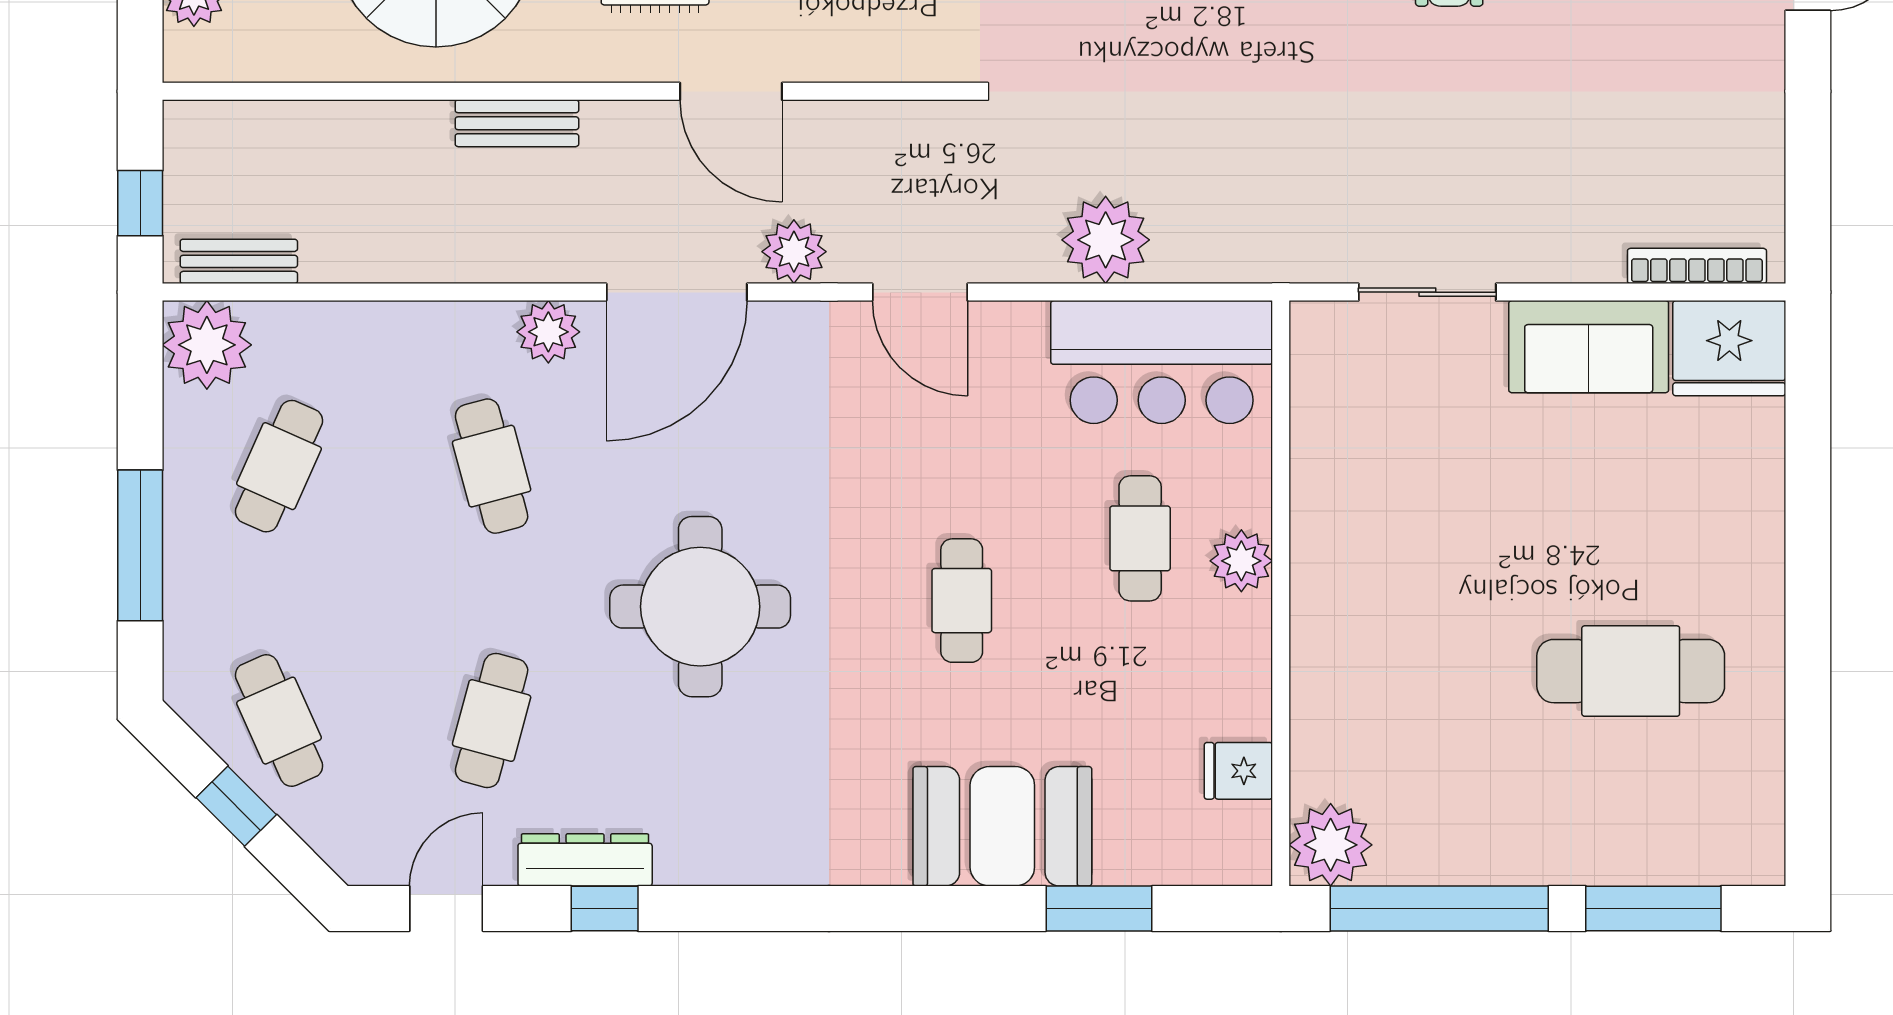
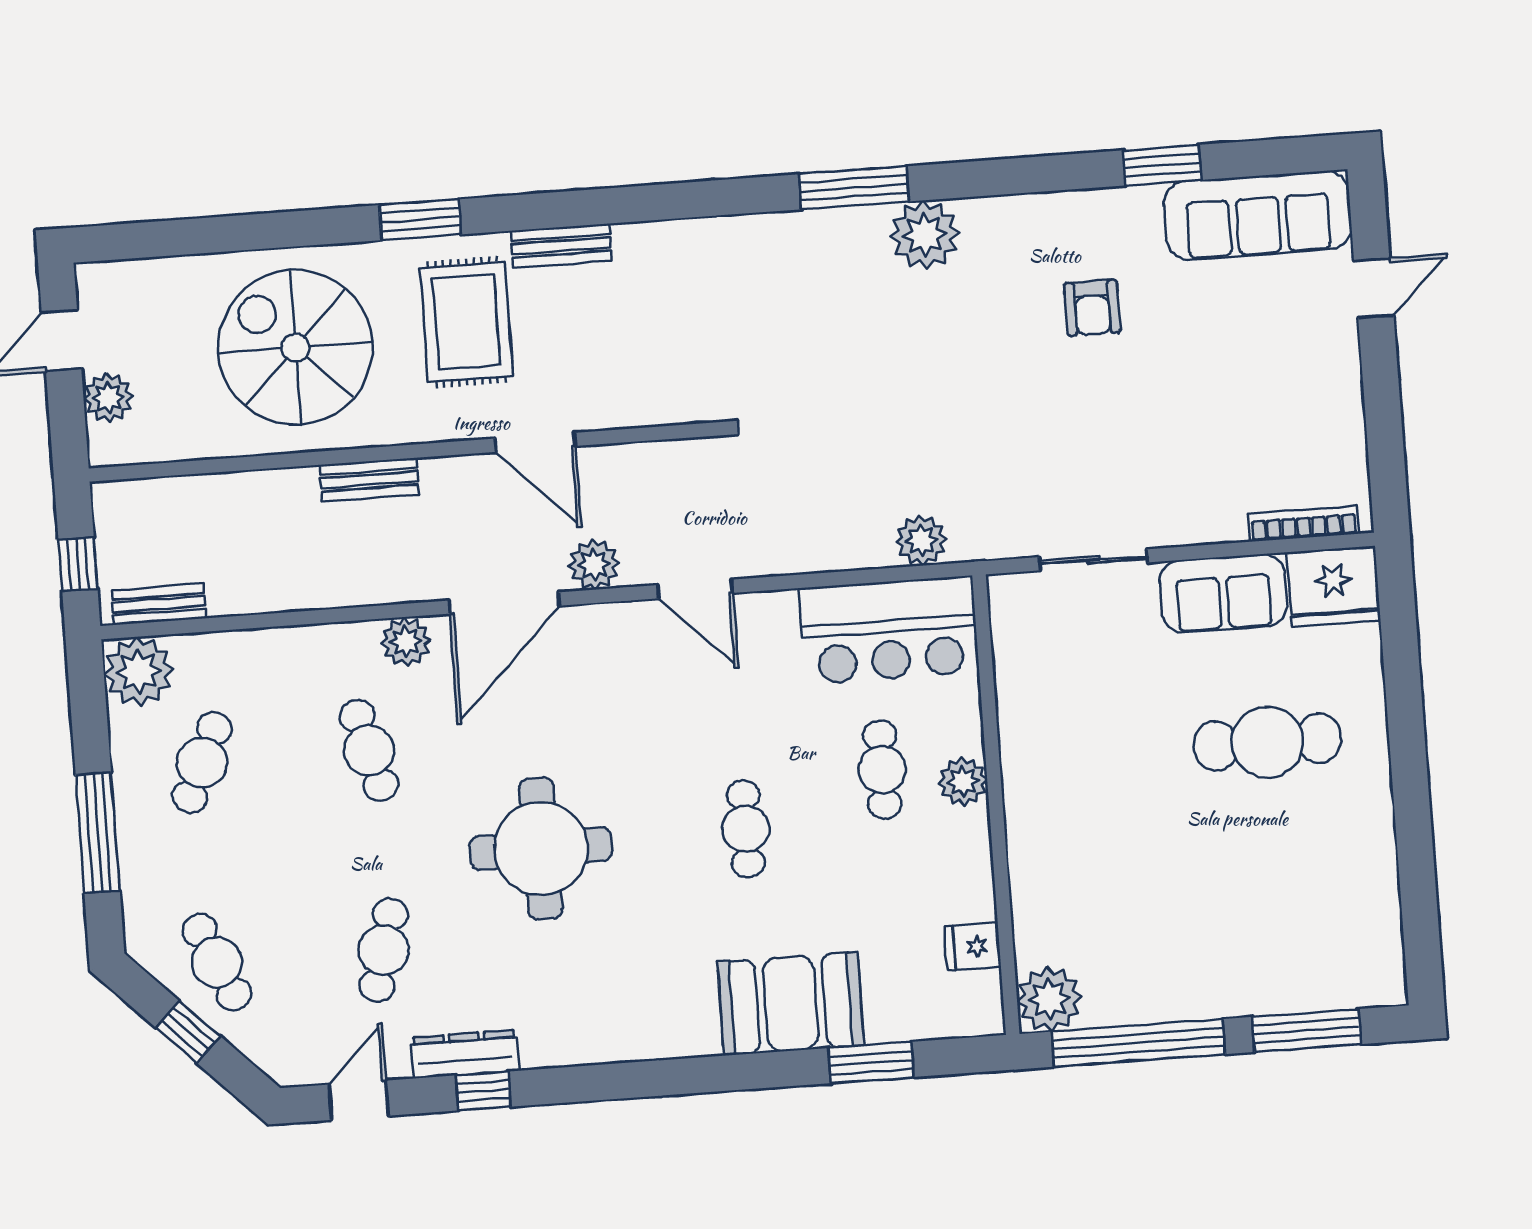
plant: (1106, 240) -> (921, 540), moved, width x0.73, depth x0.73
cafe table: (1631, 671) -> (1267, 742), moved

